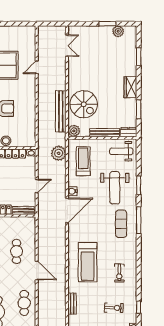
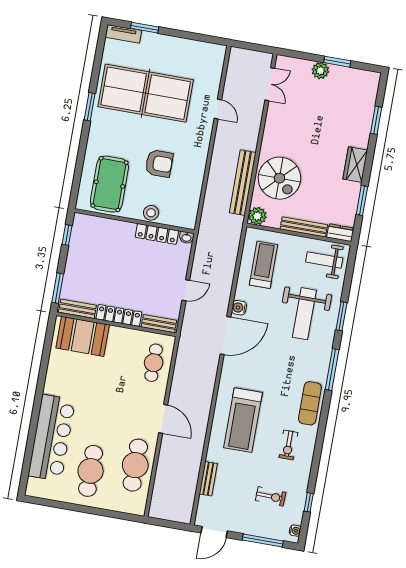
plant: (118, 31) -> (320, 71), moved
door: (37, 67) -> (218, 109), swing flipped
plant: (59, 153) -> (228, 246), removed
exercise mat: (121, 224) -> (310, 403), moved
cafe table: (16, 251) -> (154, 363), moved
cafe table: (24, 303) -> (135, 465), width x1.37, depth x1.35

